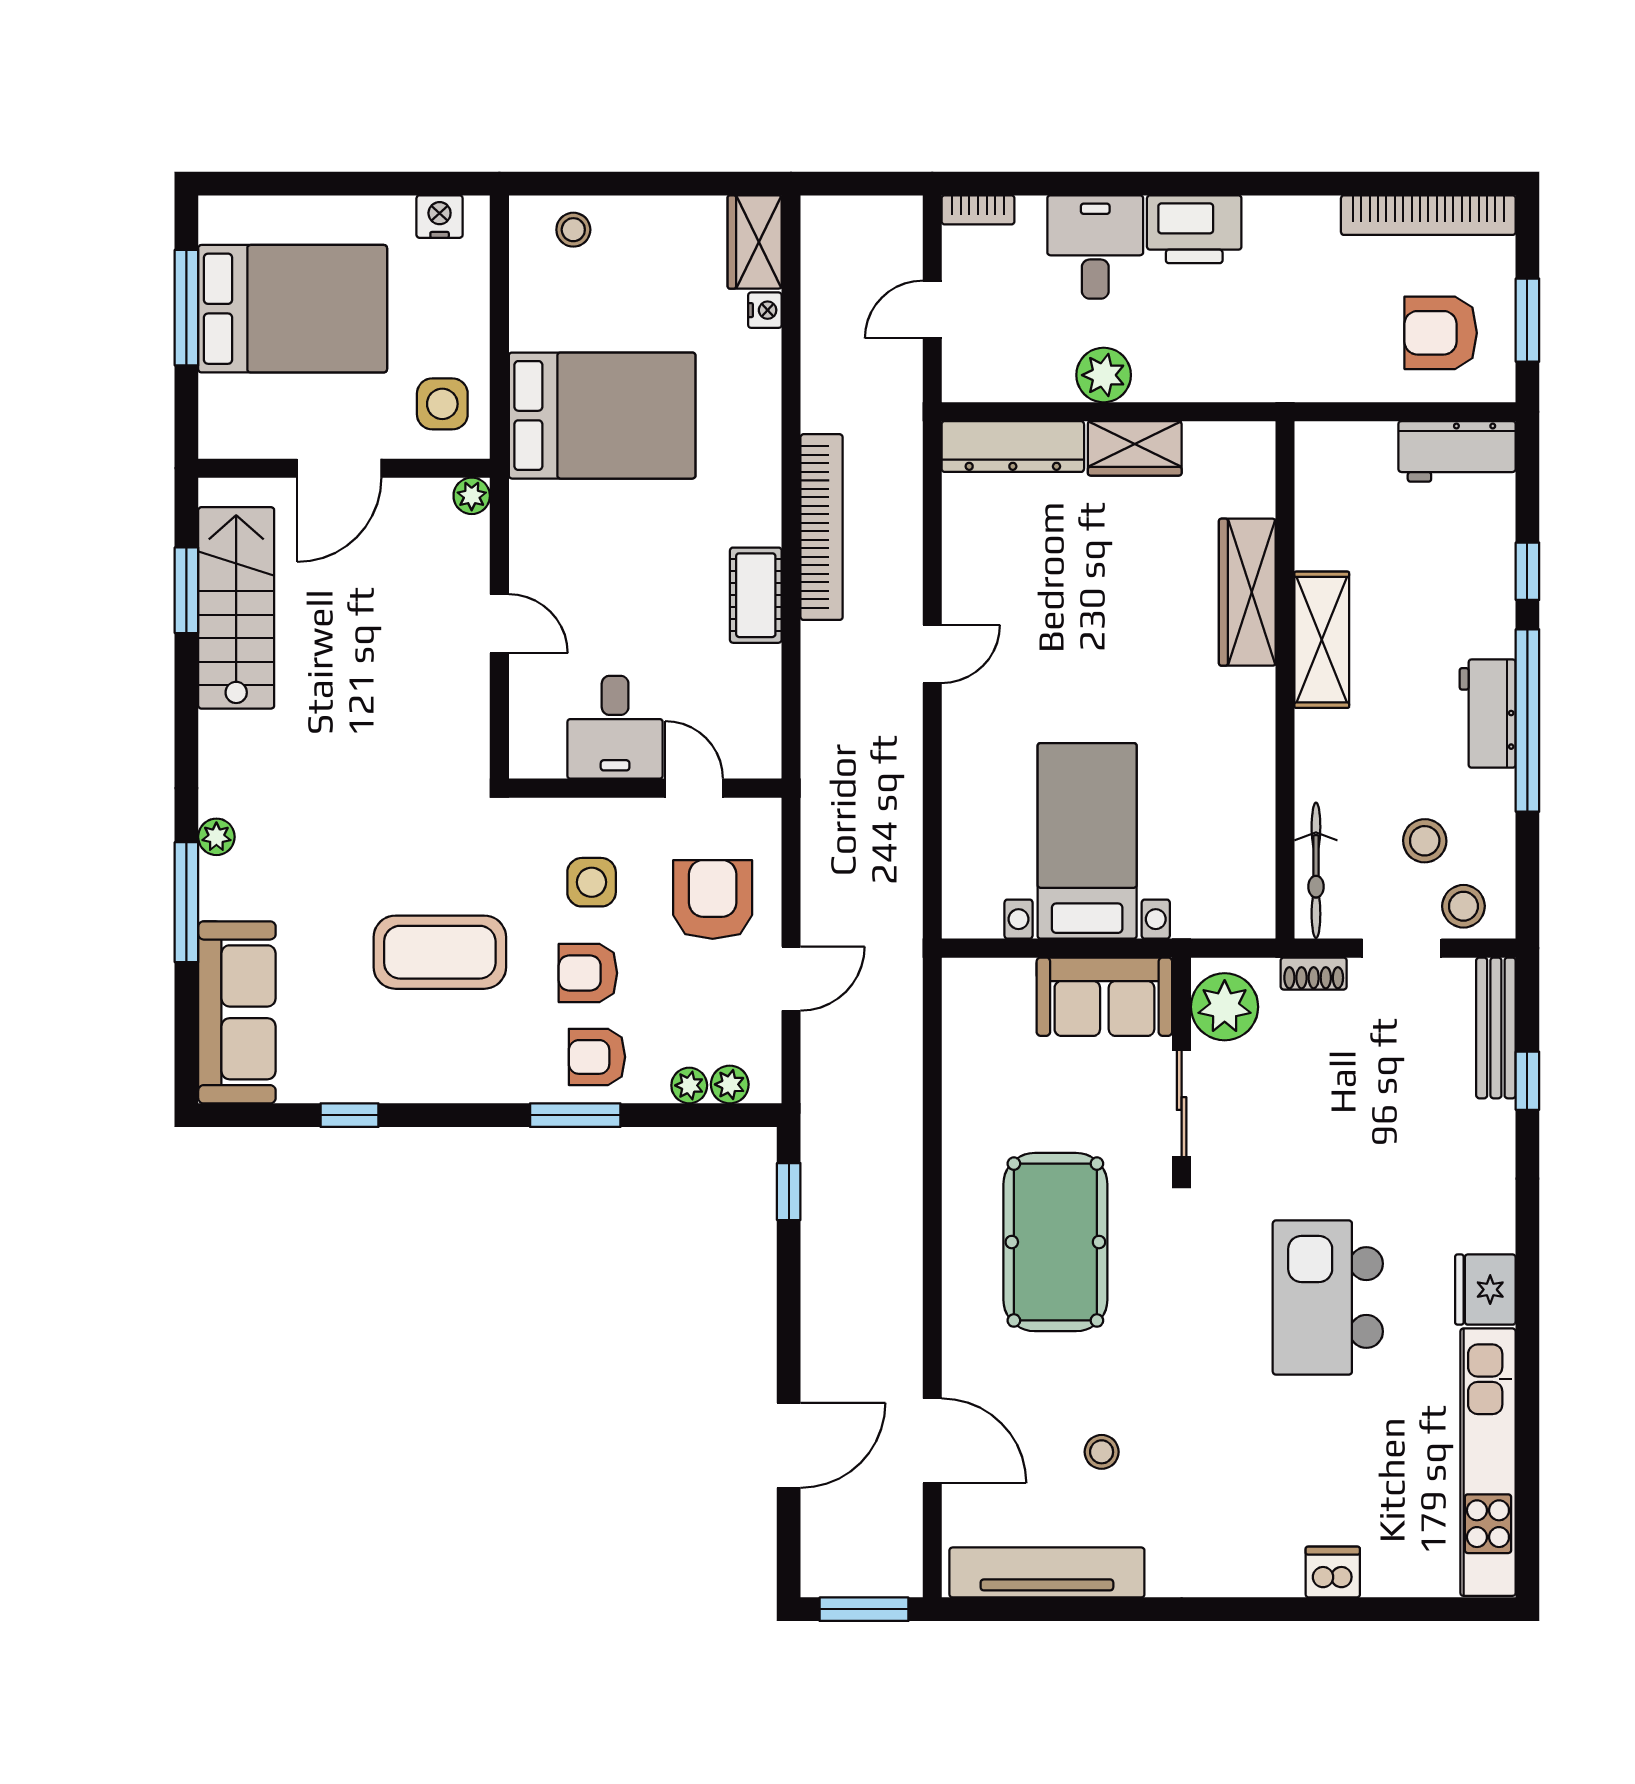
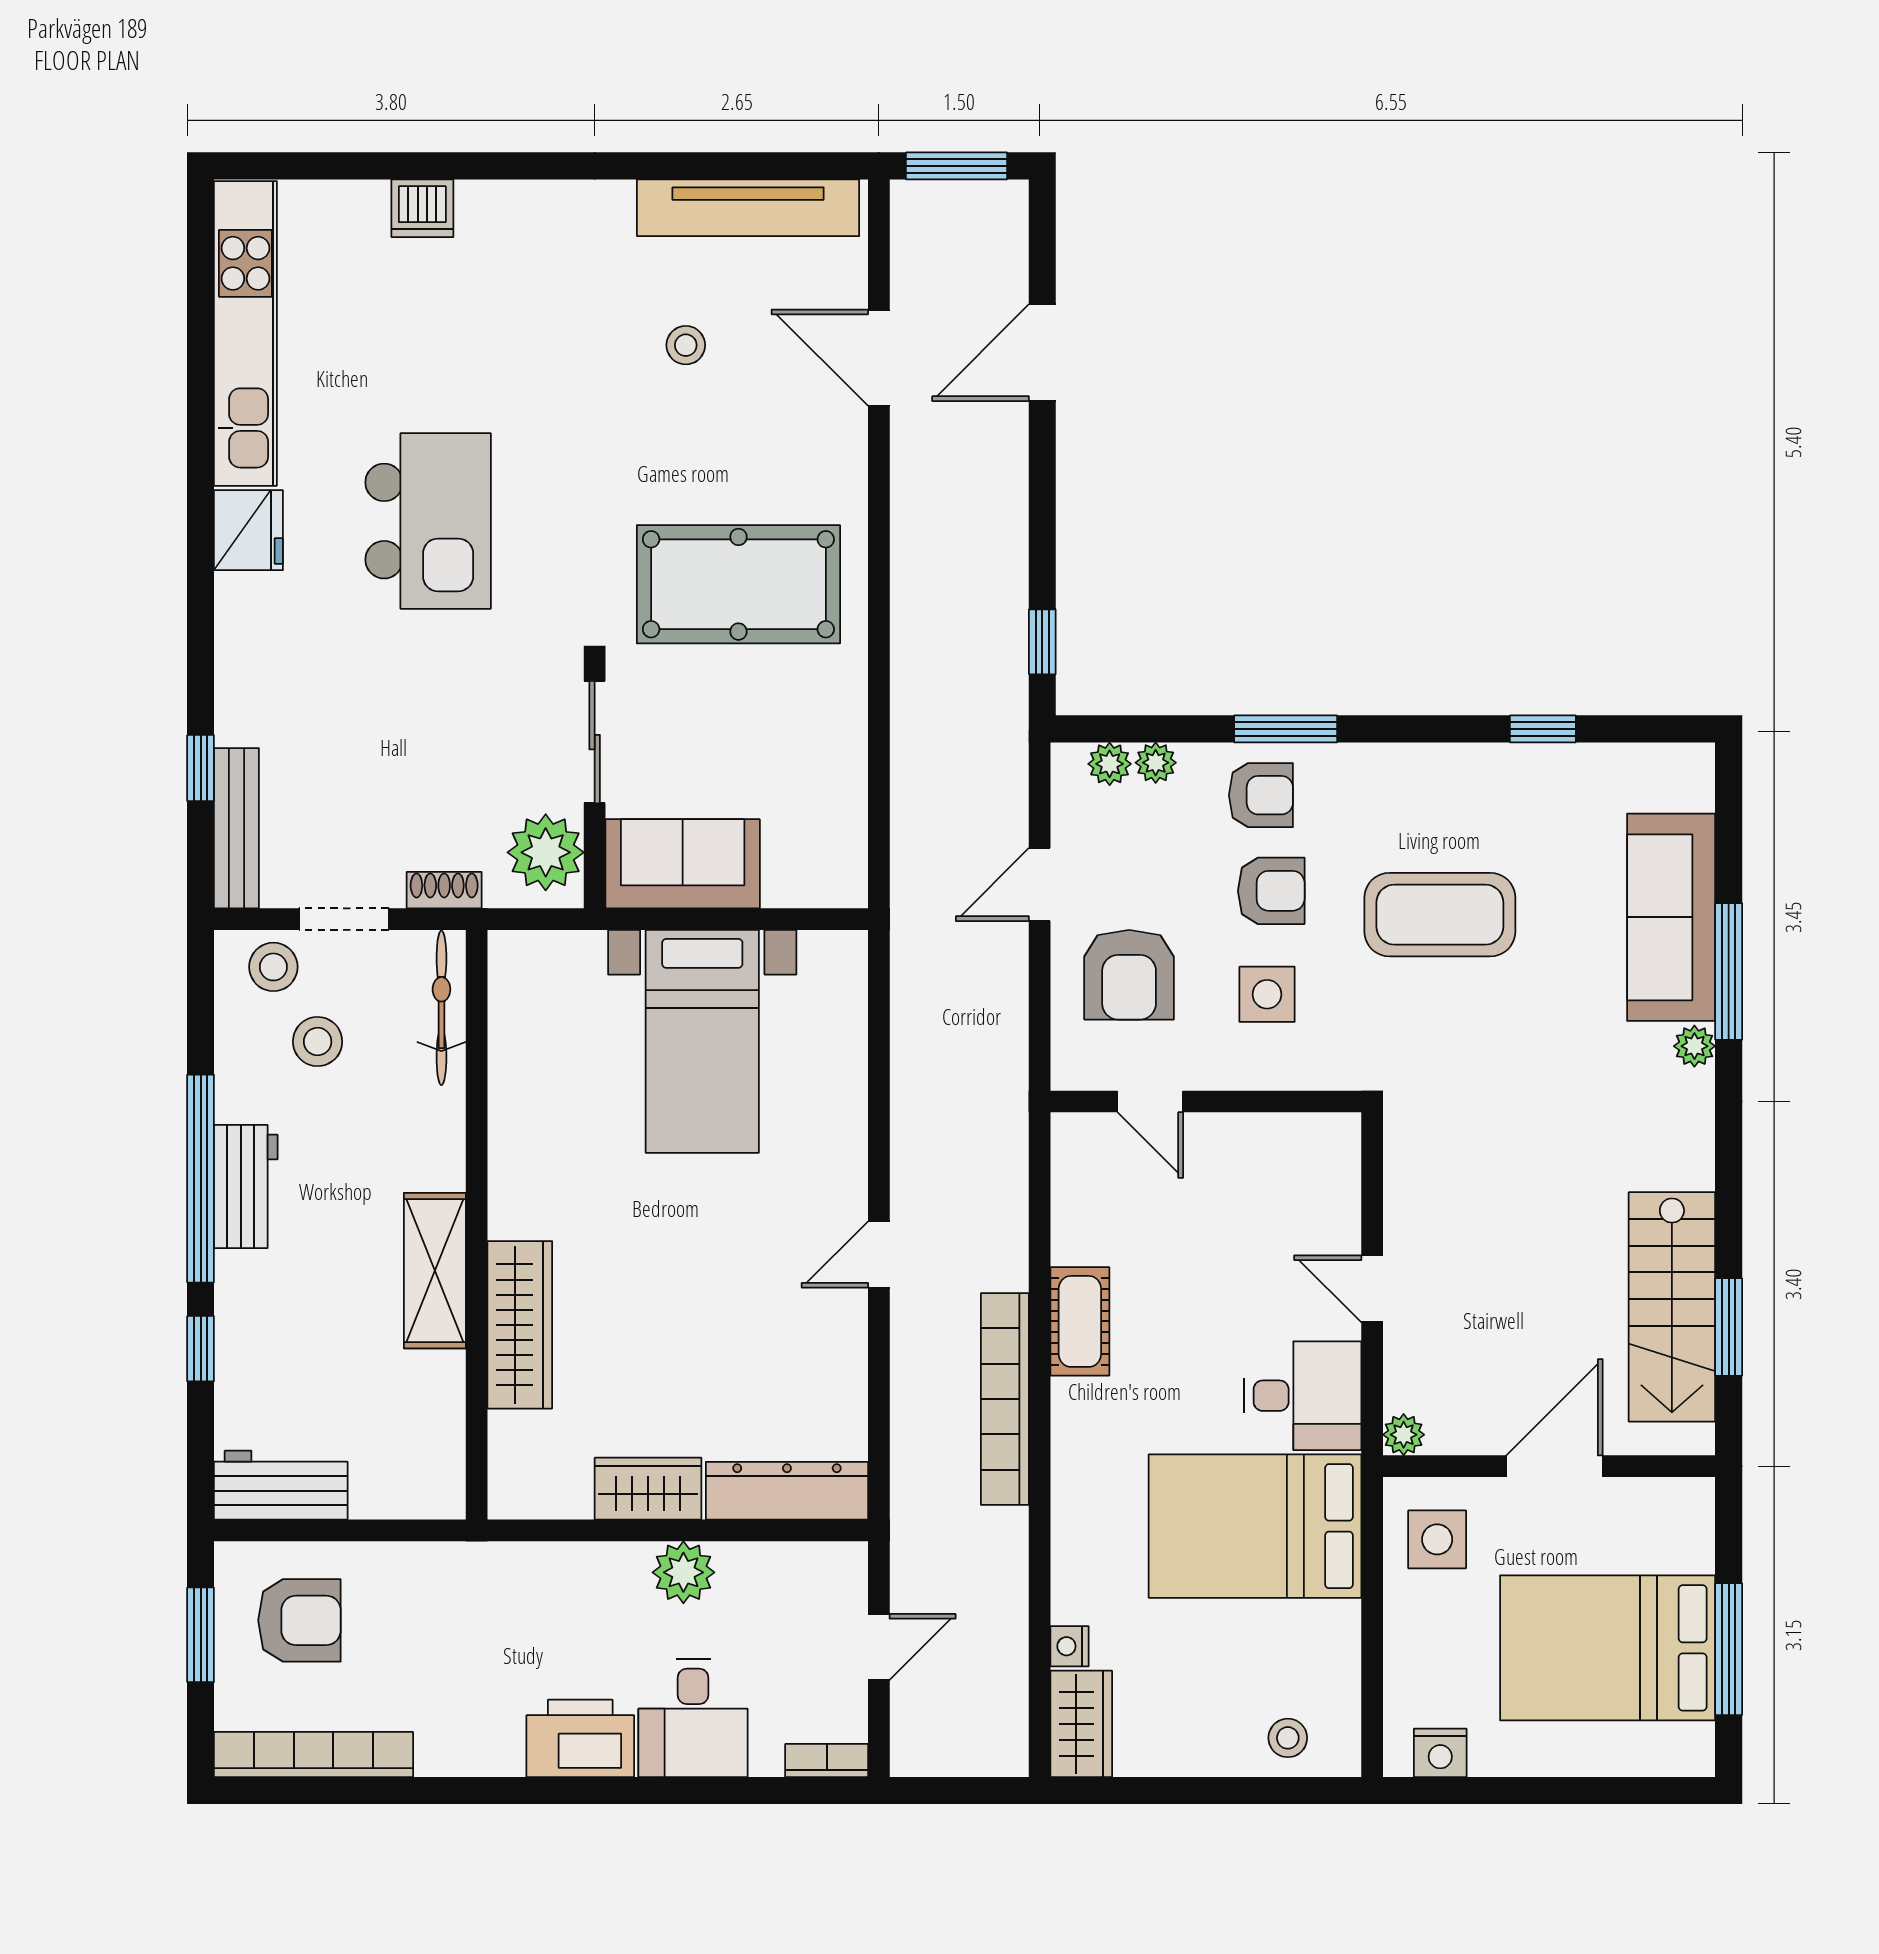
desk: (615, 727) -> (1303, 1396), moved, turned 90
sofa: (237, 1012) -> (1671, 917), moved
pool table: (1055, 1242) -> (738, 584), turned 90

